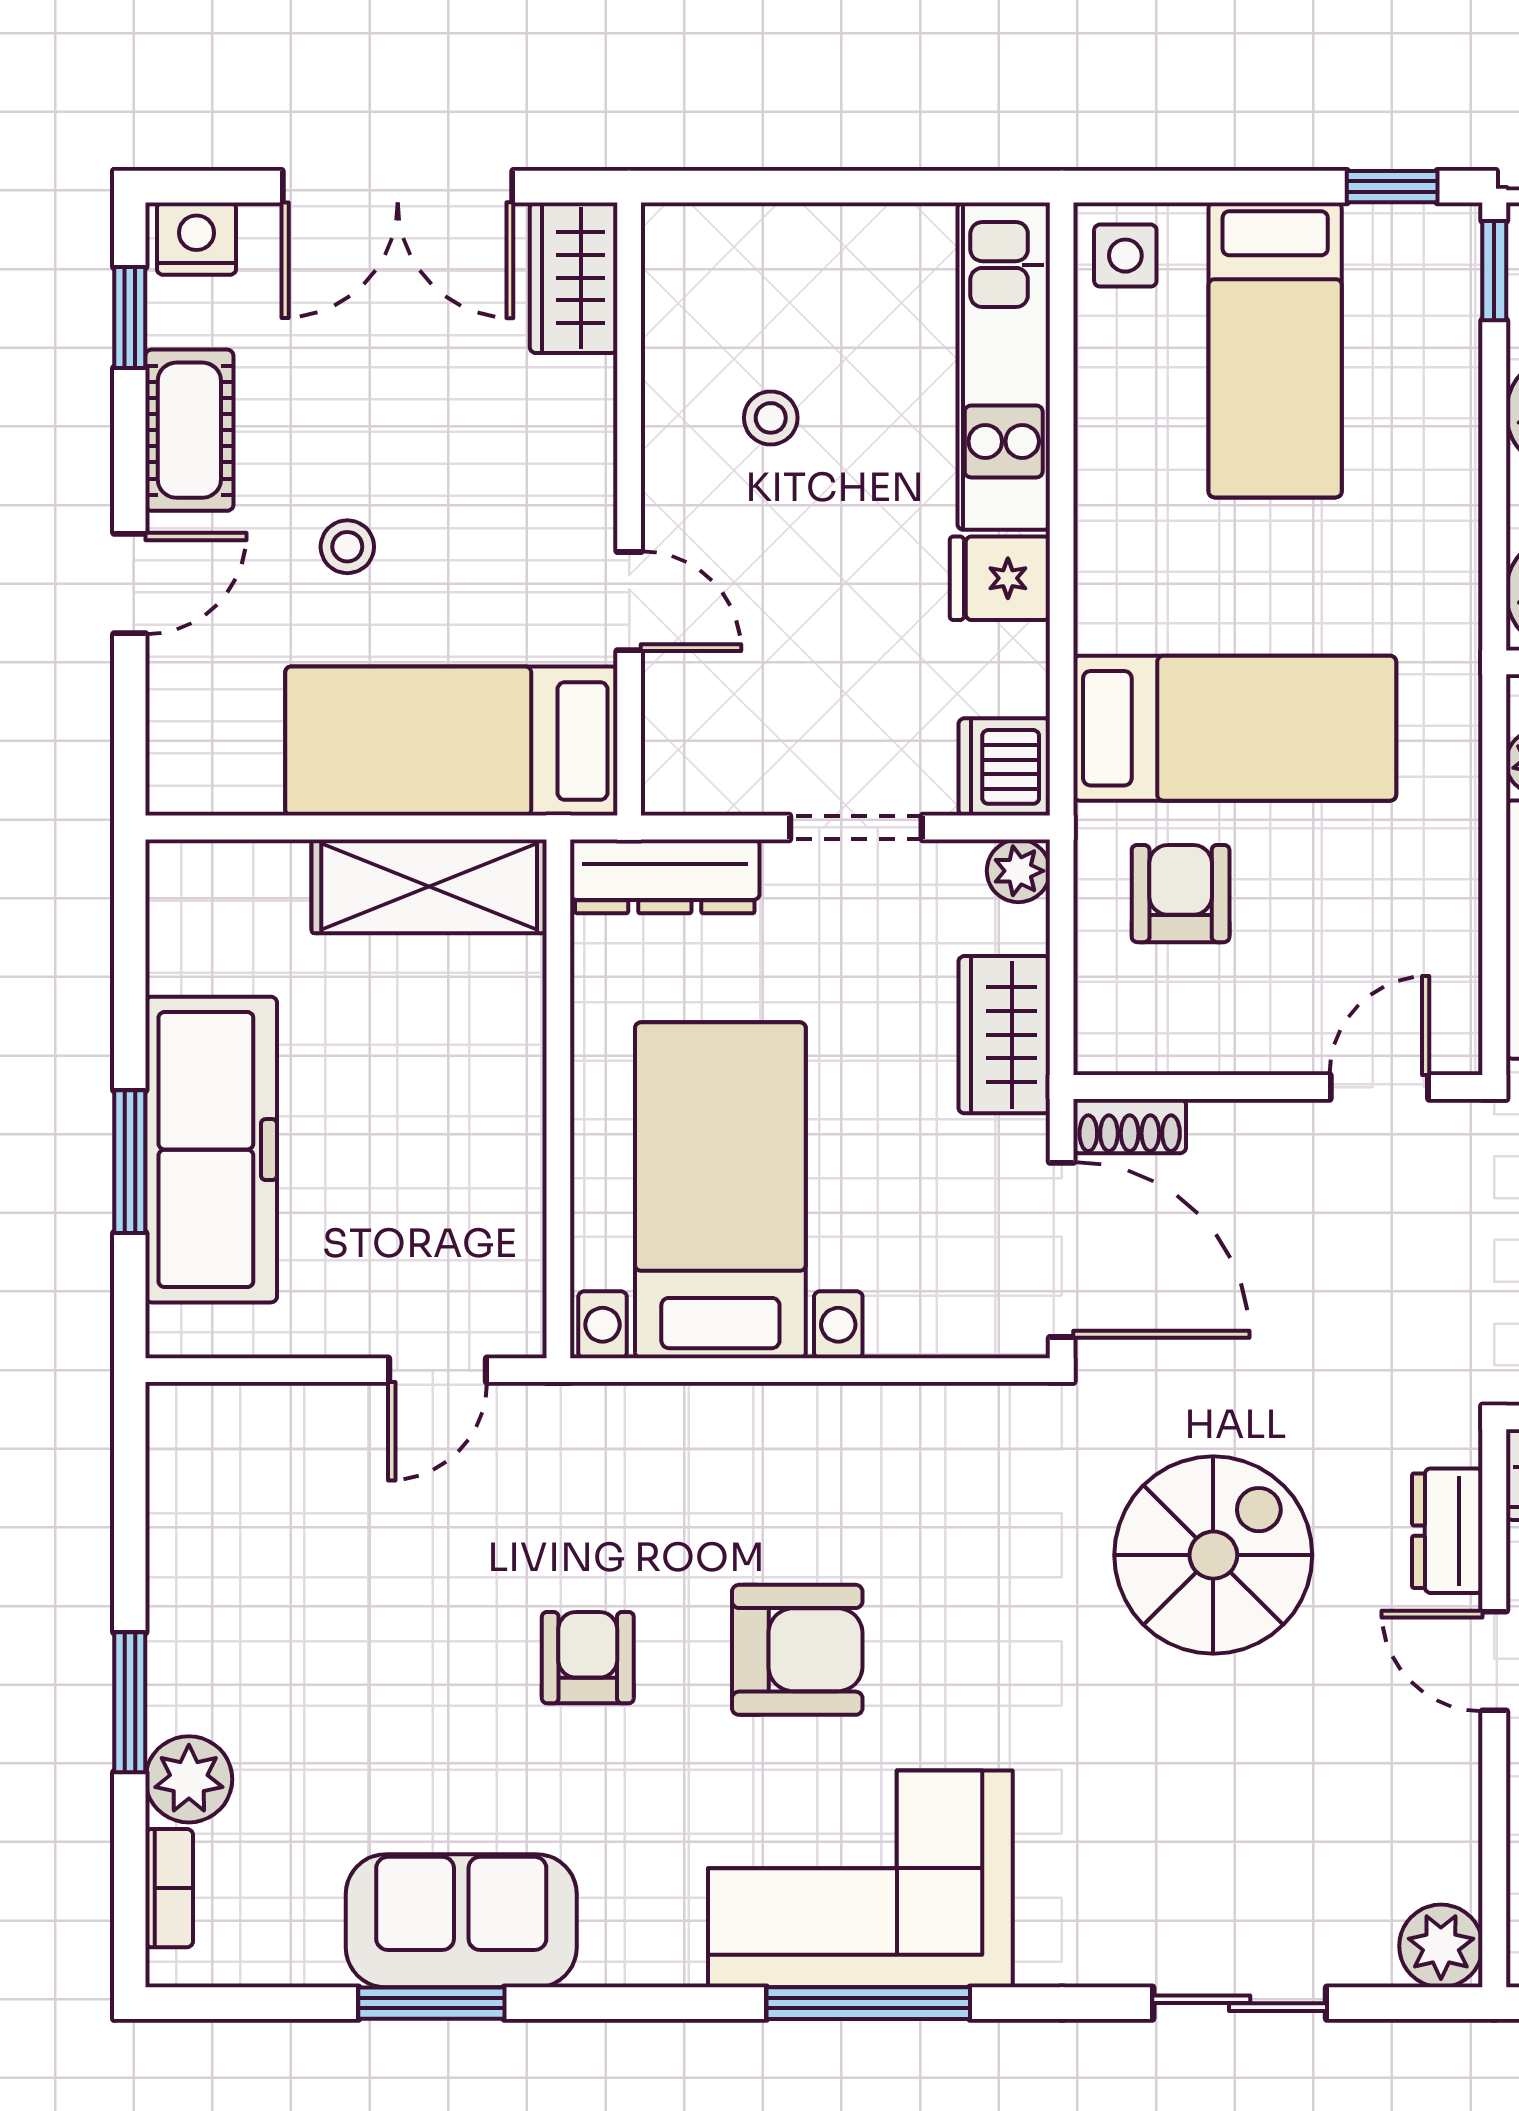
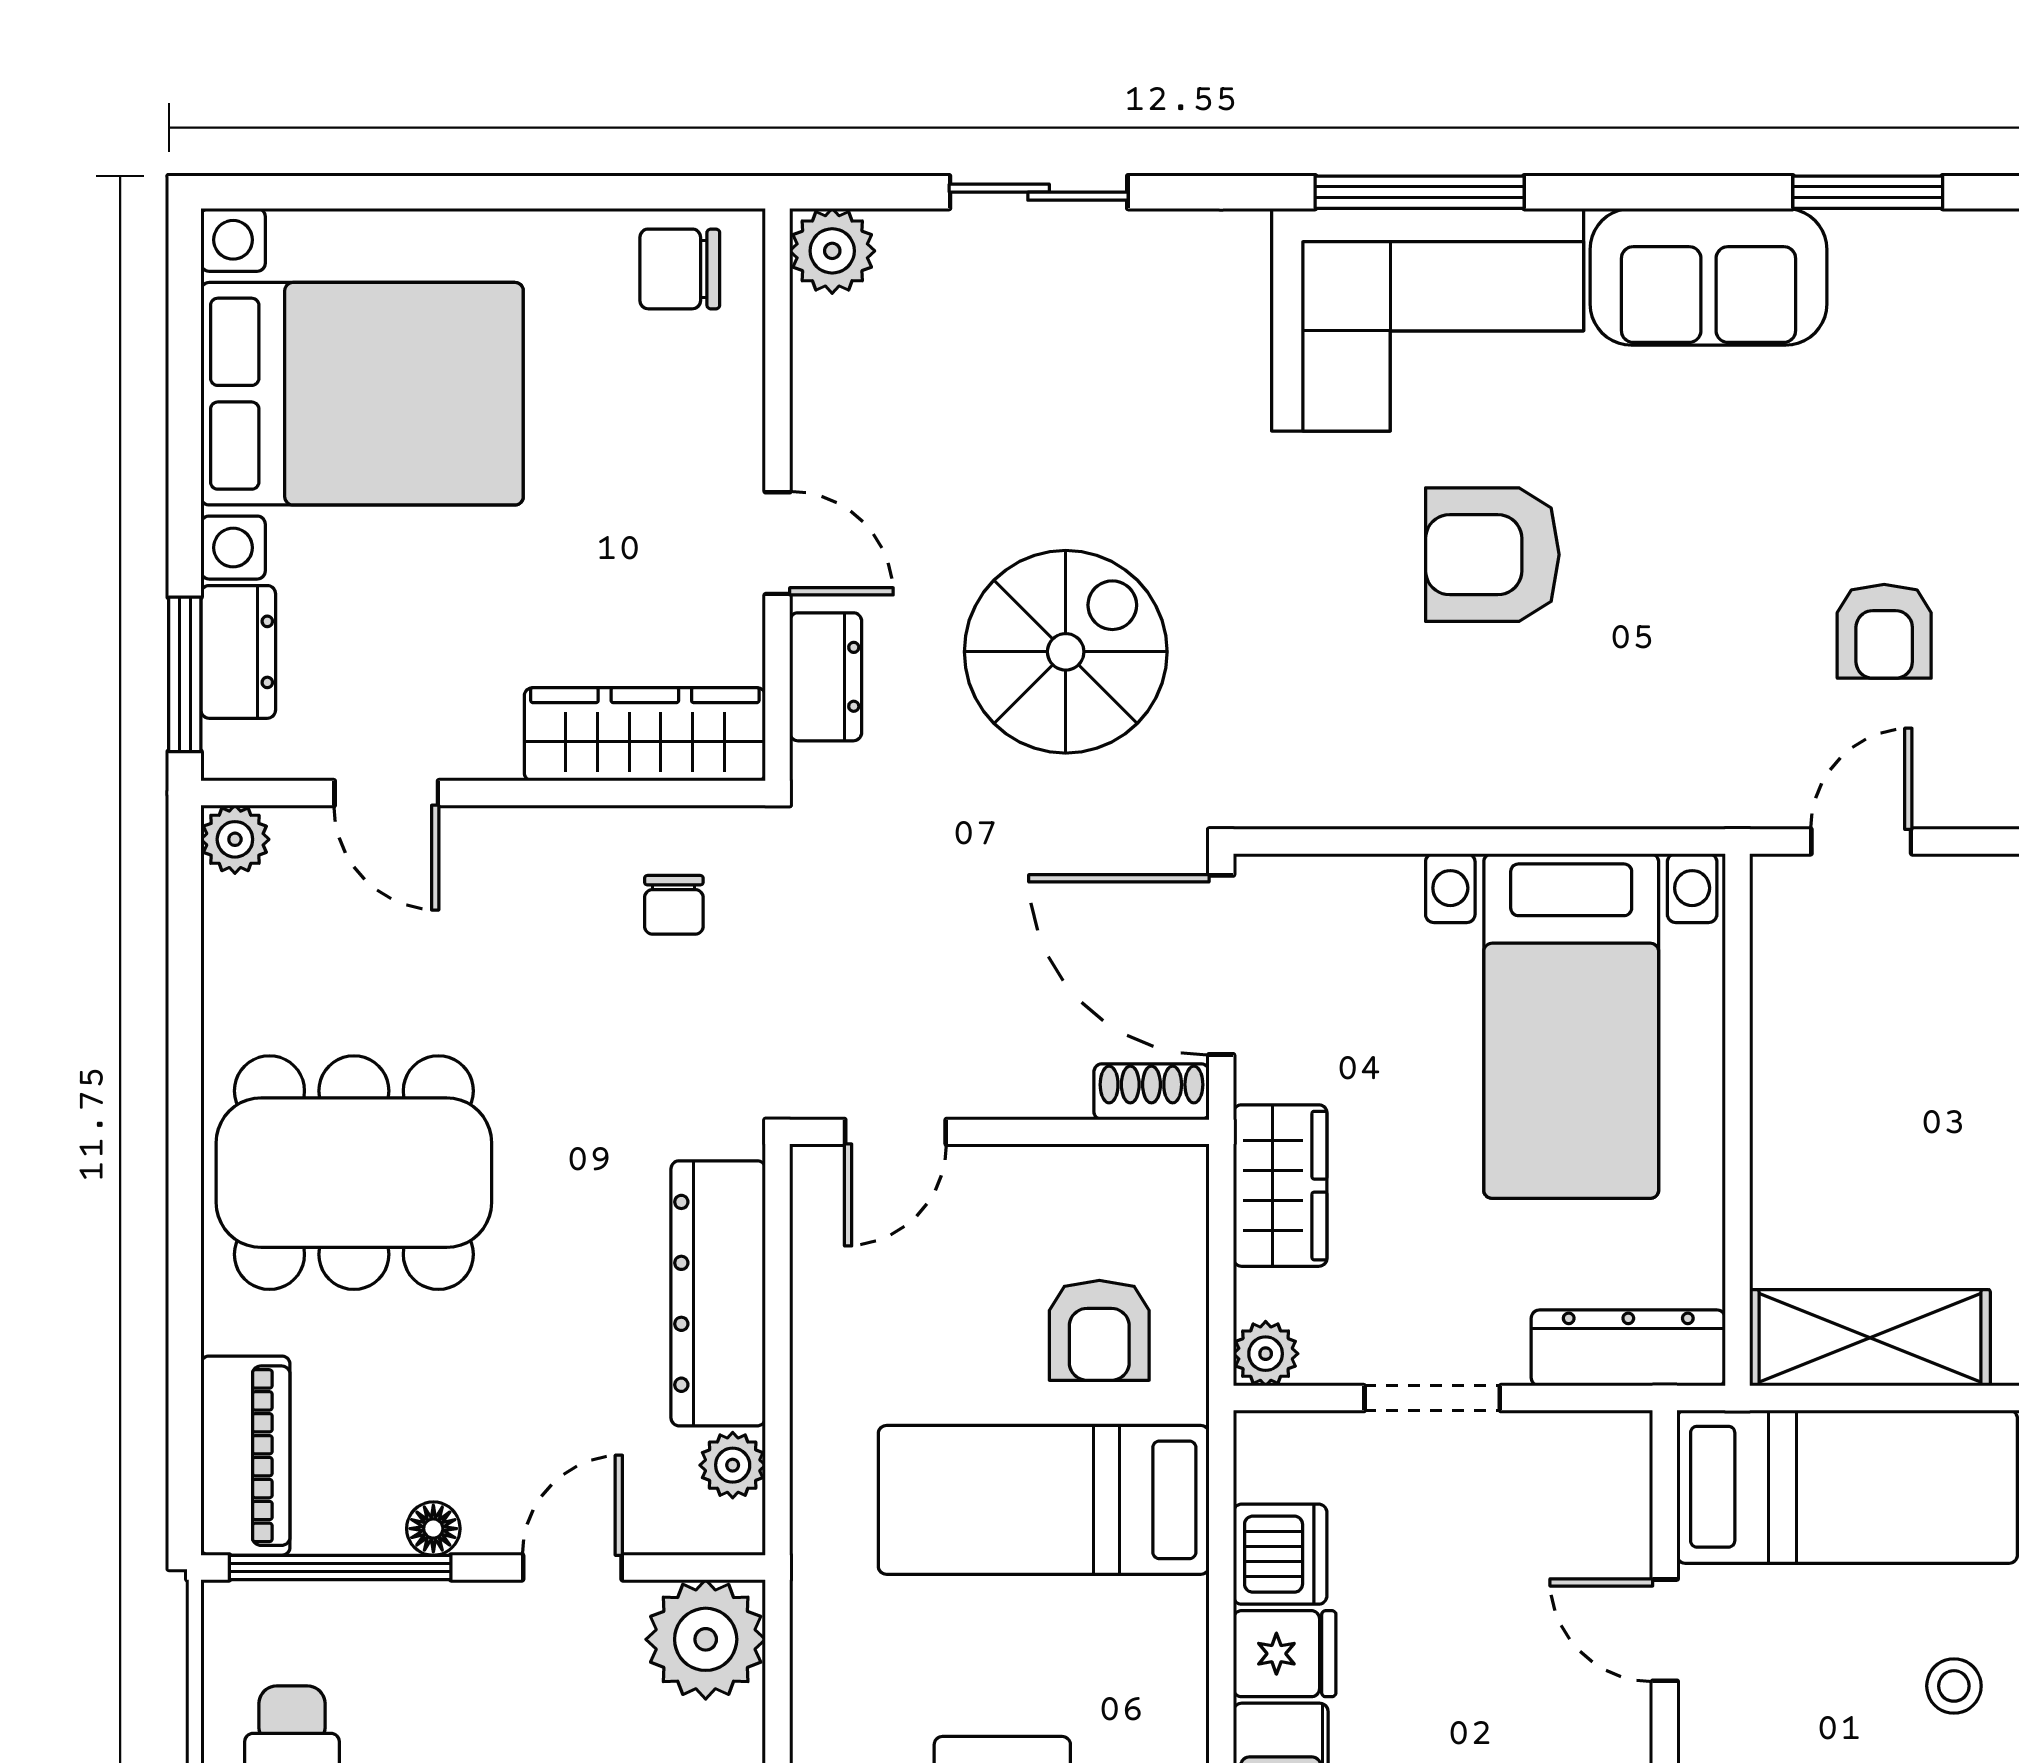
dishwasher: (1004, 767) -> (1280, 1554), moved
spiral stairs: (1213, 1555) -> (1066, 652), turned 180
armchair: (588, 1658) -> (1884, 631), moved
sofa: (461, 1921) -> (1708, 277), moved

